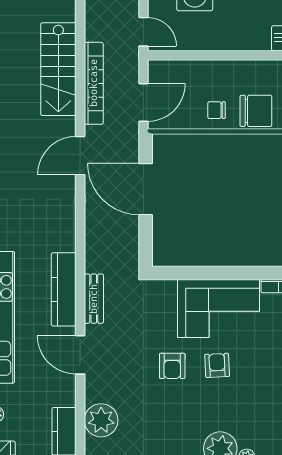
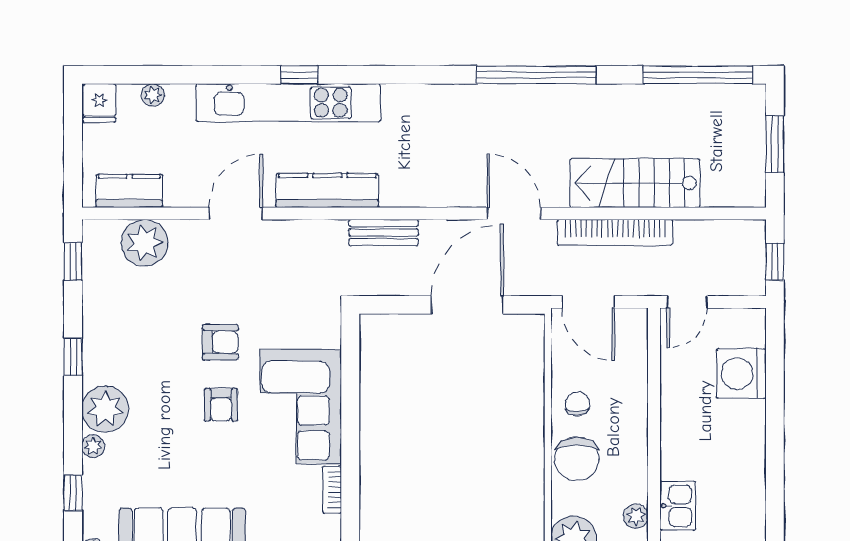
bench: (94, 299) -> (384, 233), moved
armchair: (217, 365) -> (221, 405), turned 93
armchair: (172, 366) -> (220, 342), turned 180

